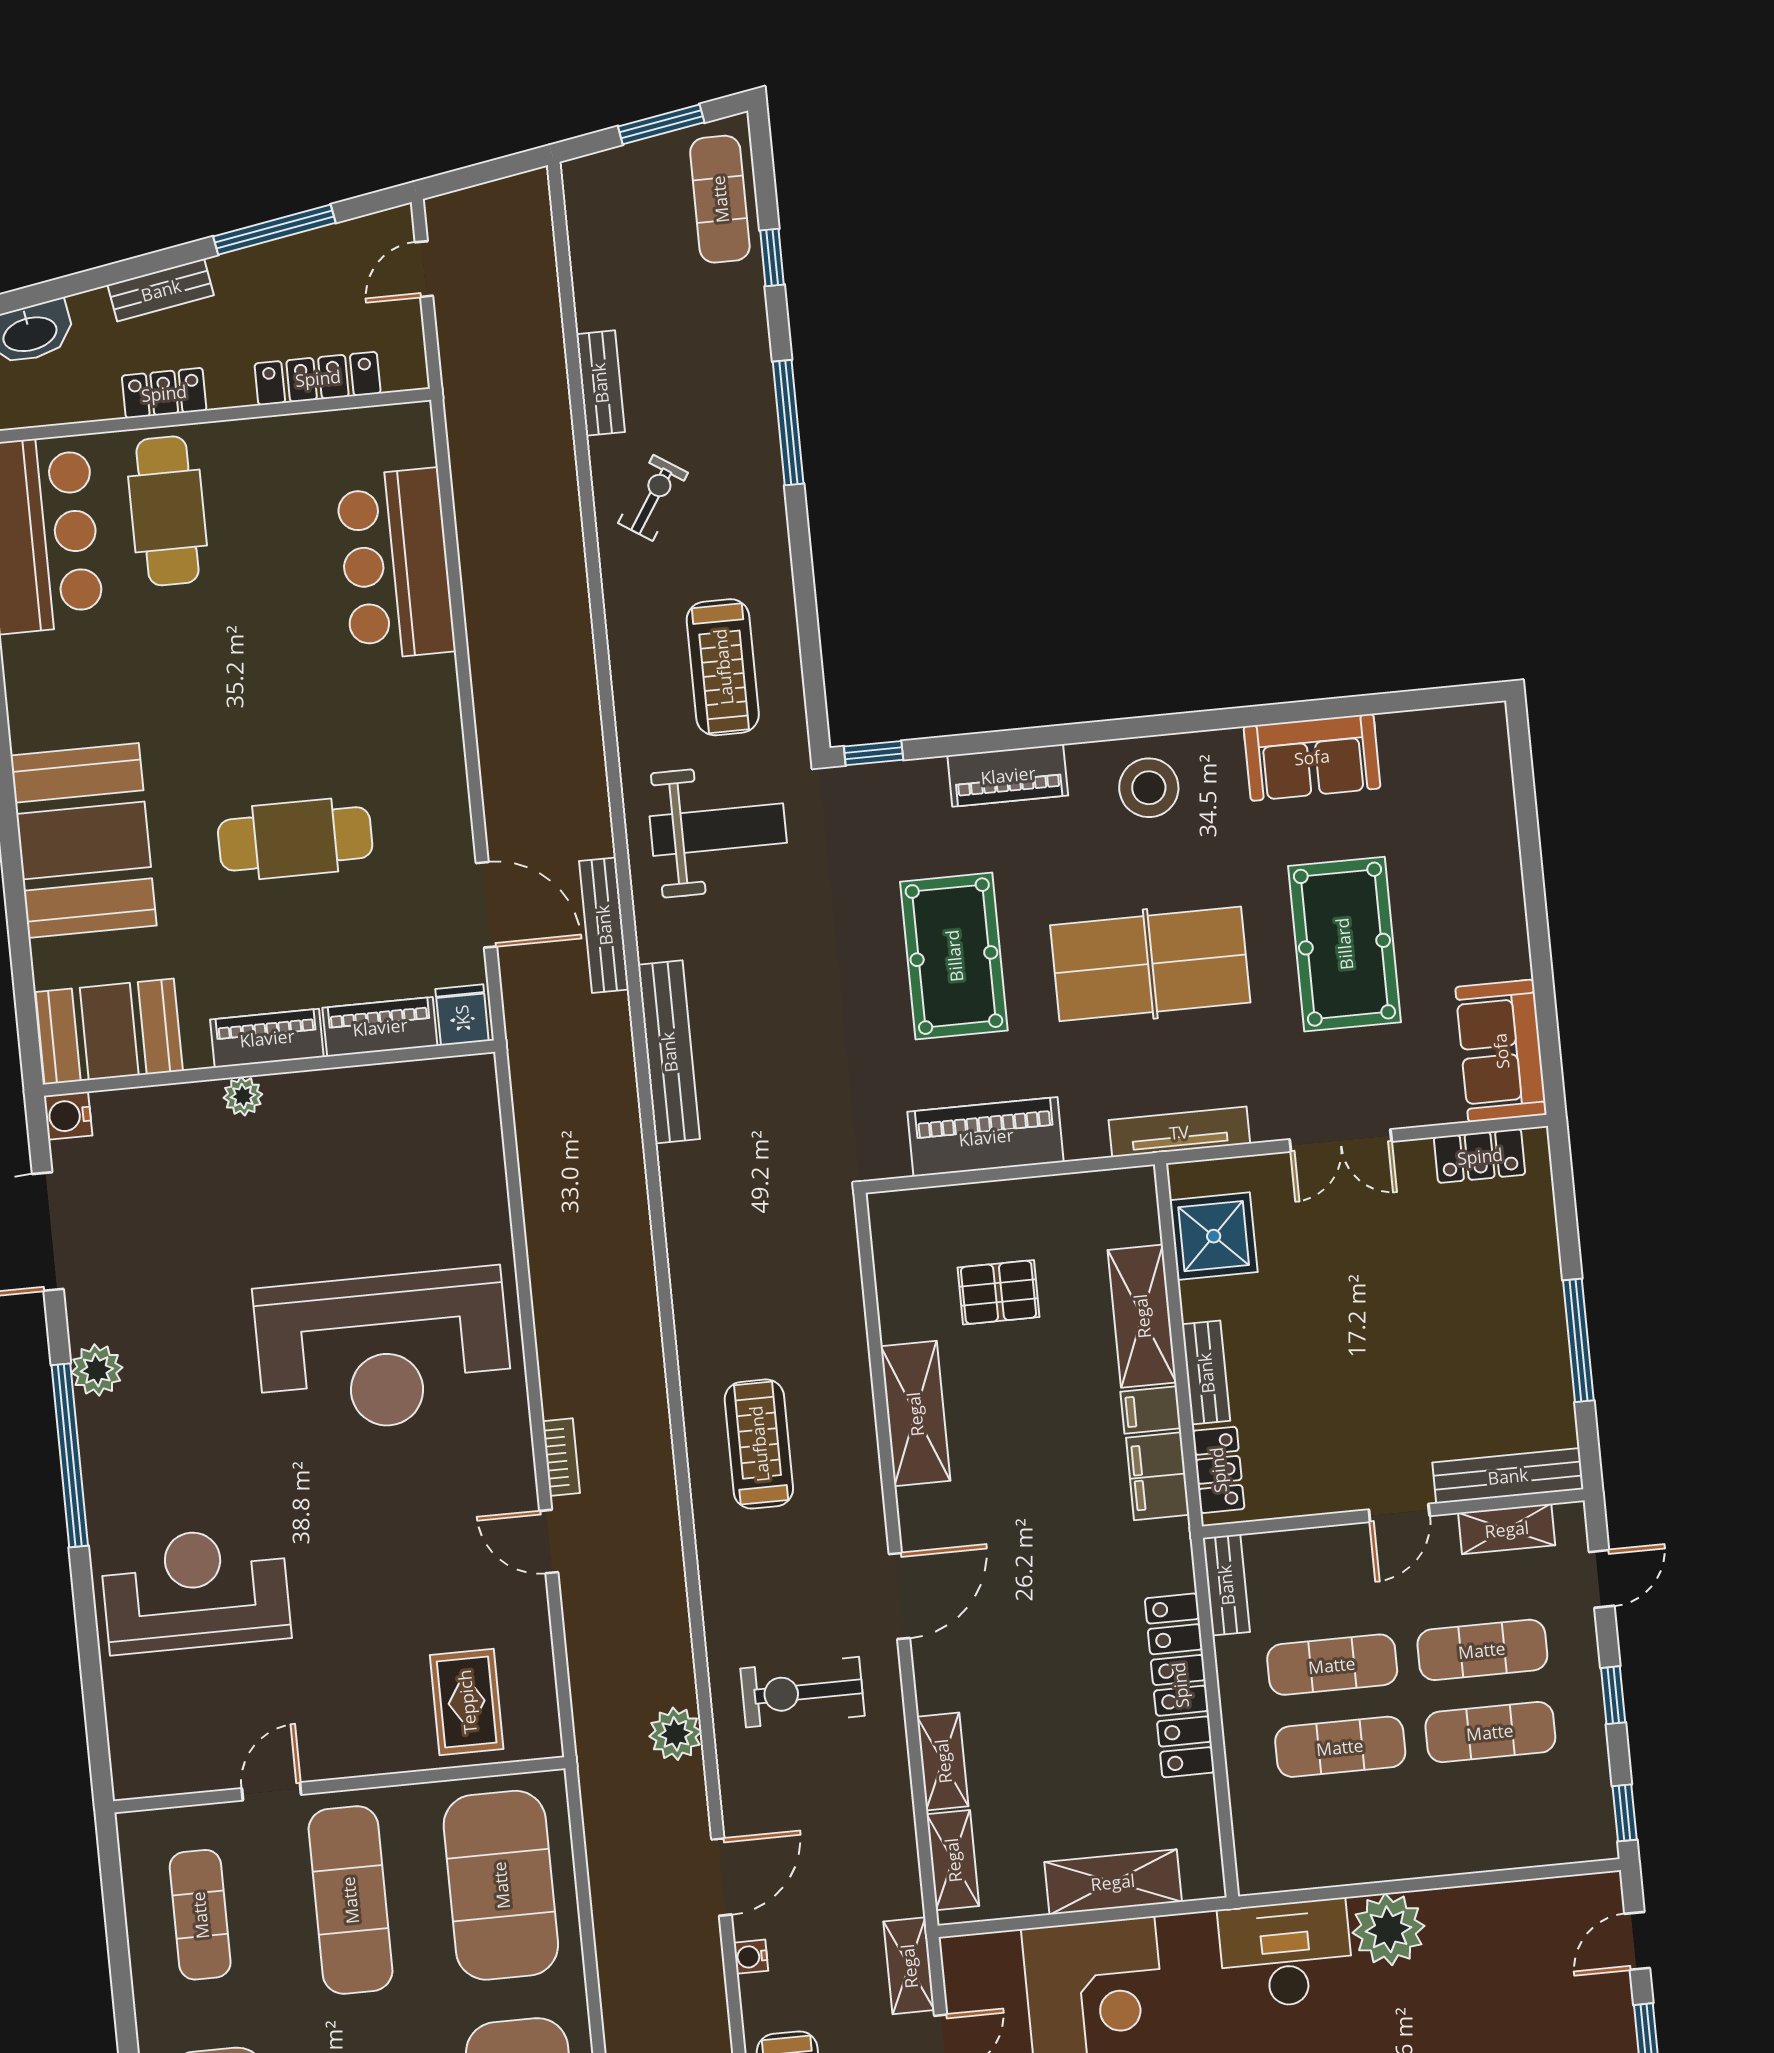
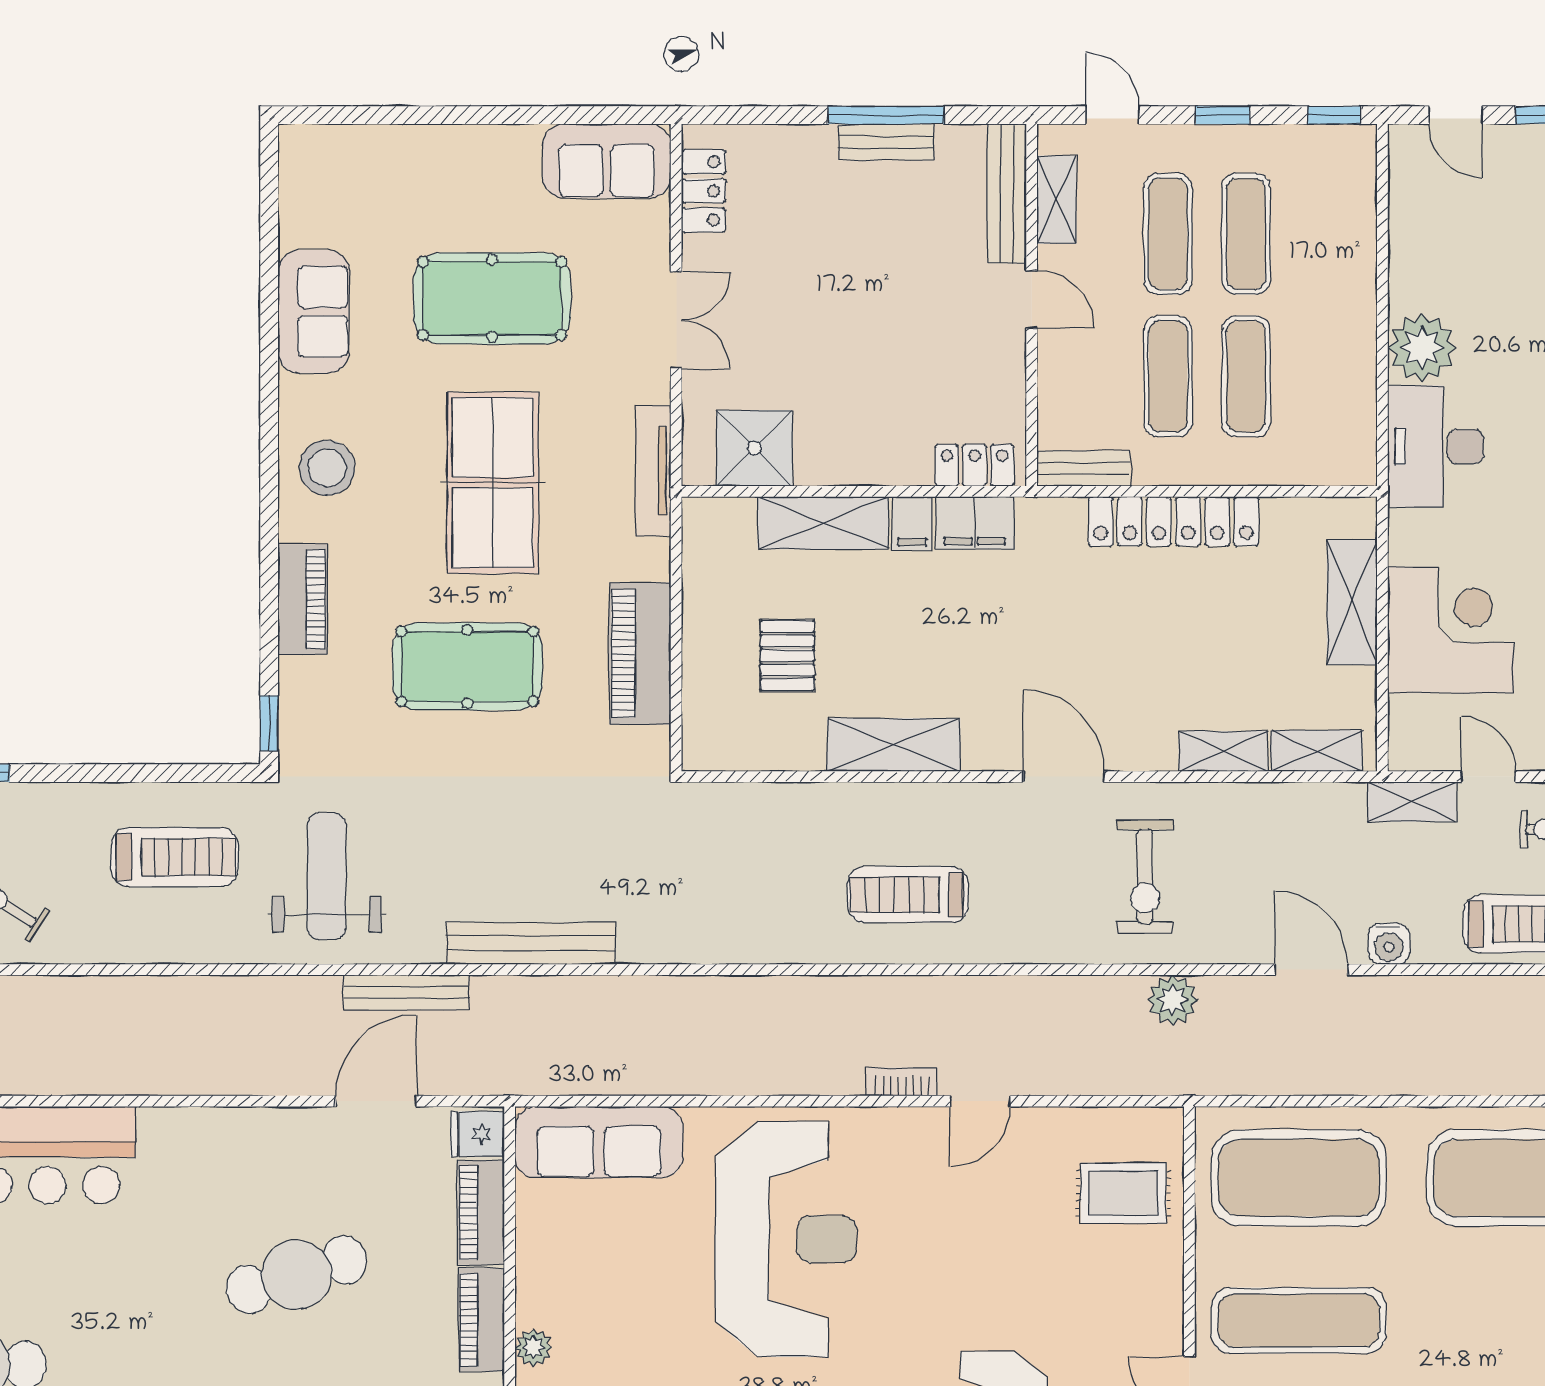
cafe table: (295, 839) -> (296, 1275), turned 73
sofa: (466, 1144) -> (599, 1142), added
bench: (1206, 1373) -> (886, 142), moved
water cooler: (751, 1957) -> (1389, 944), width x1.38, depth x1.38

